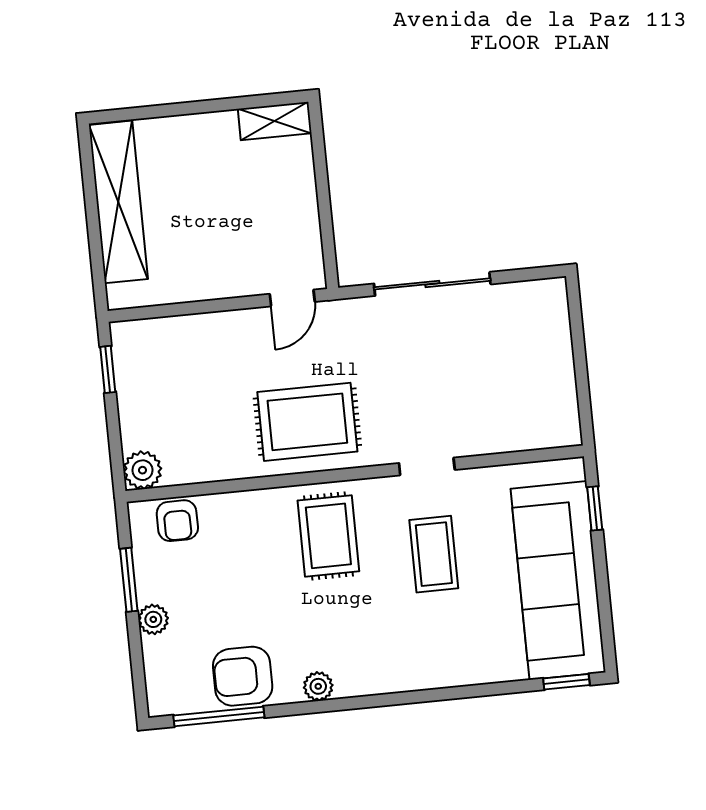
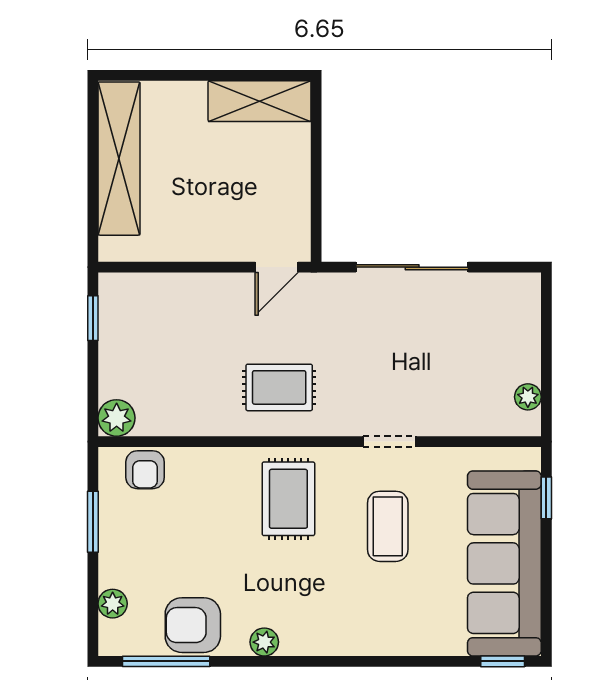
shelving: (275, 121) -> (260, 101), width x1.50, depth x1.33
plant: (565, 406) -> (528, 397), added
rug: (307, 422) -> (279, 387), width x0.73, depth x0.70
plant: (153, 619) -> (113, 604), moved

